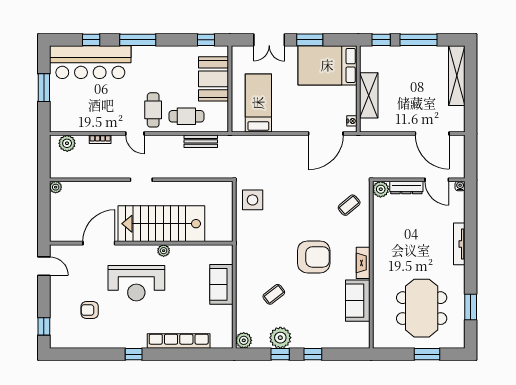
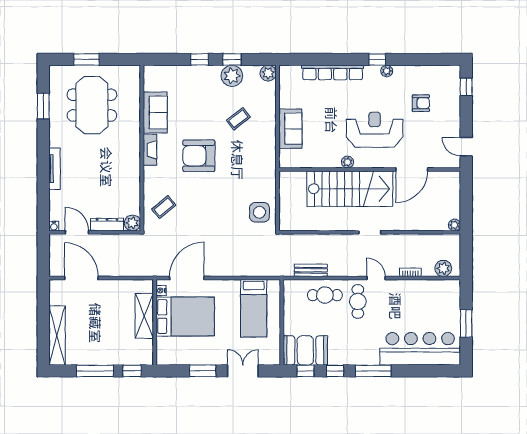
window: (91, 40) -> (335, 371), moved
bed: (327, 65) -> (185, 316), moved
booth: (214, 79) -> (305, 350), moved, turned 90
plant: (124, 343) -> (387, 71), added

